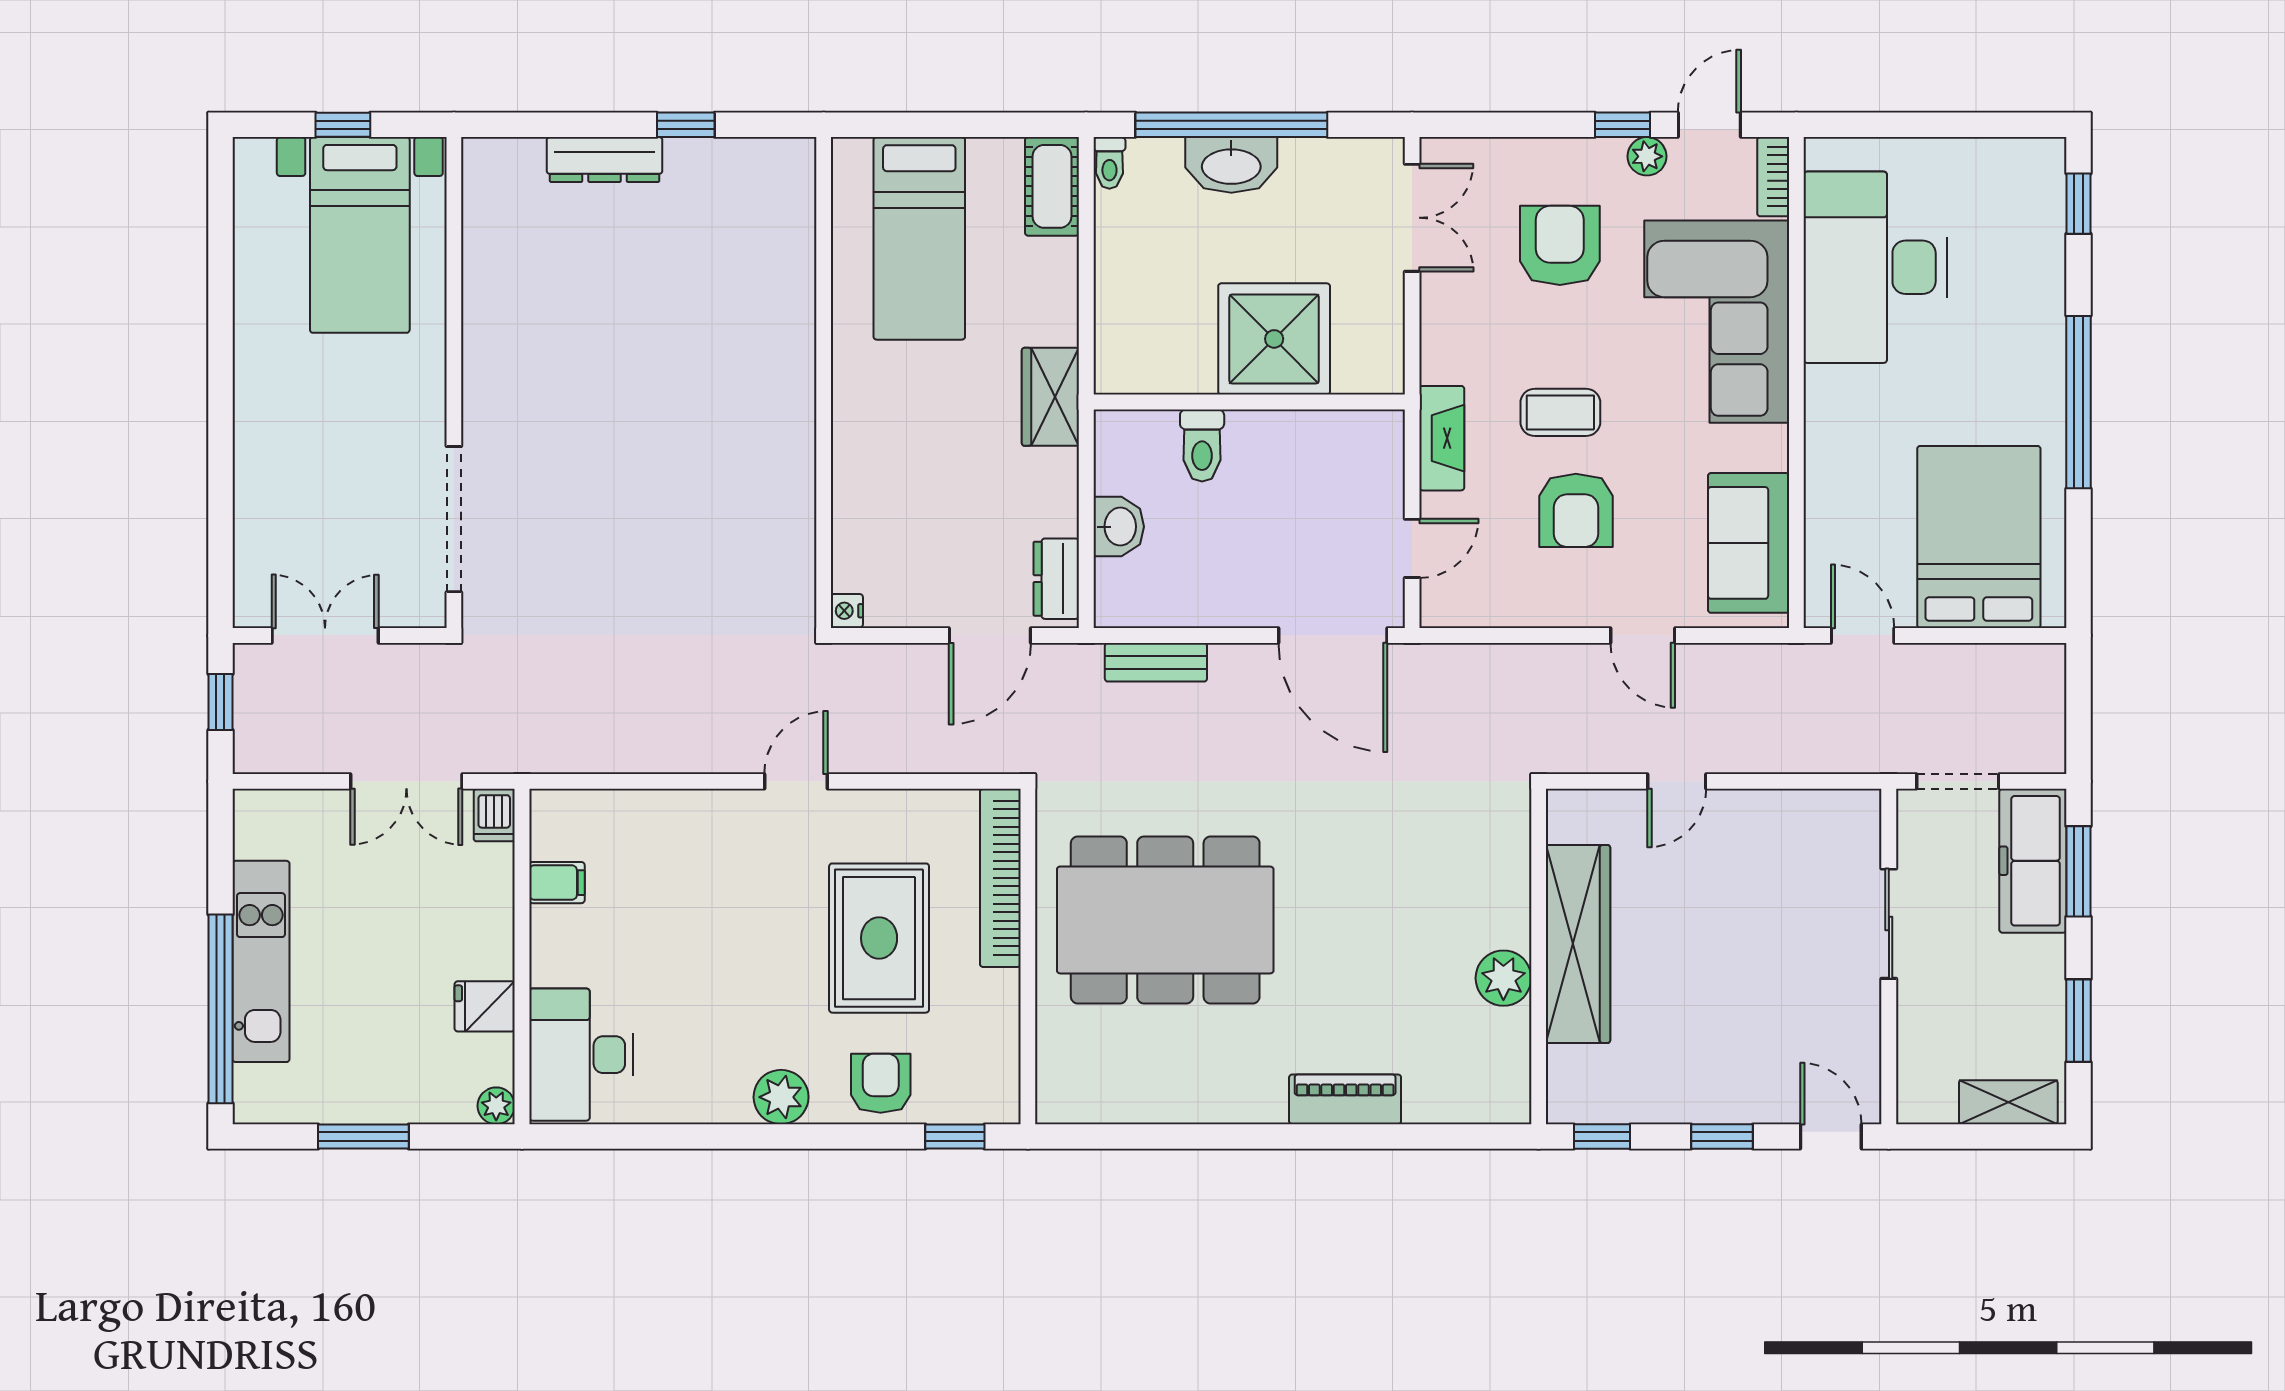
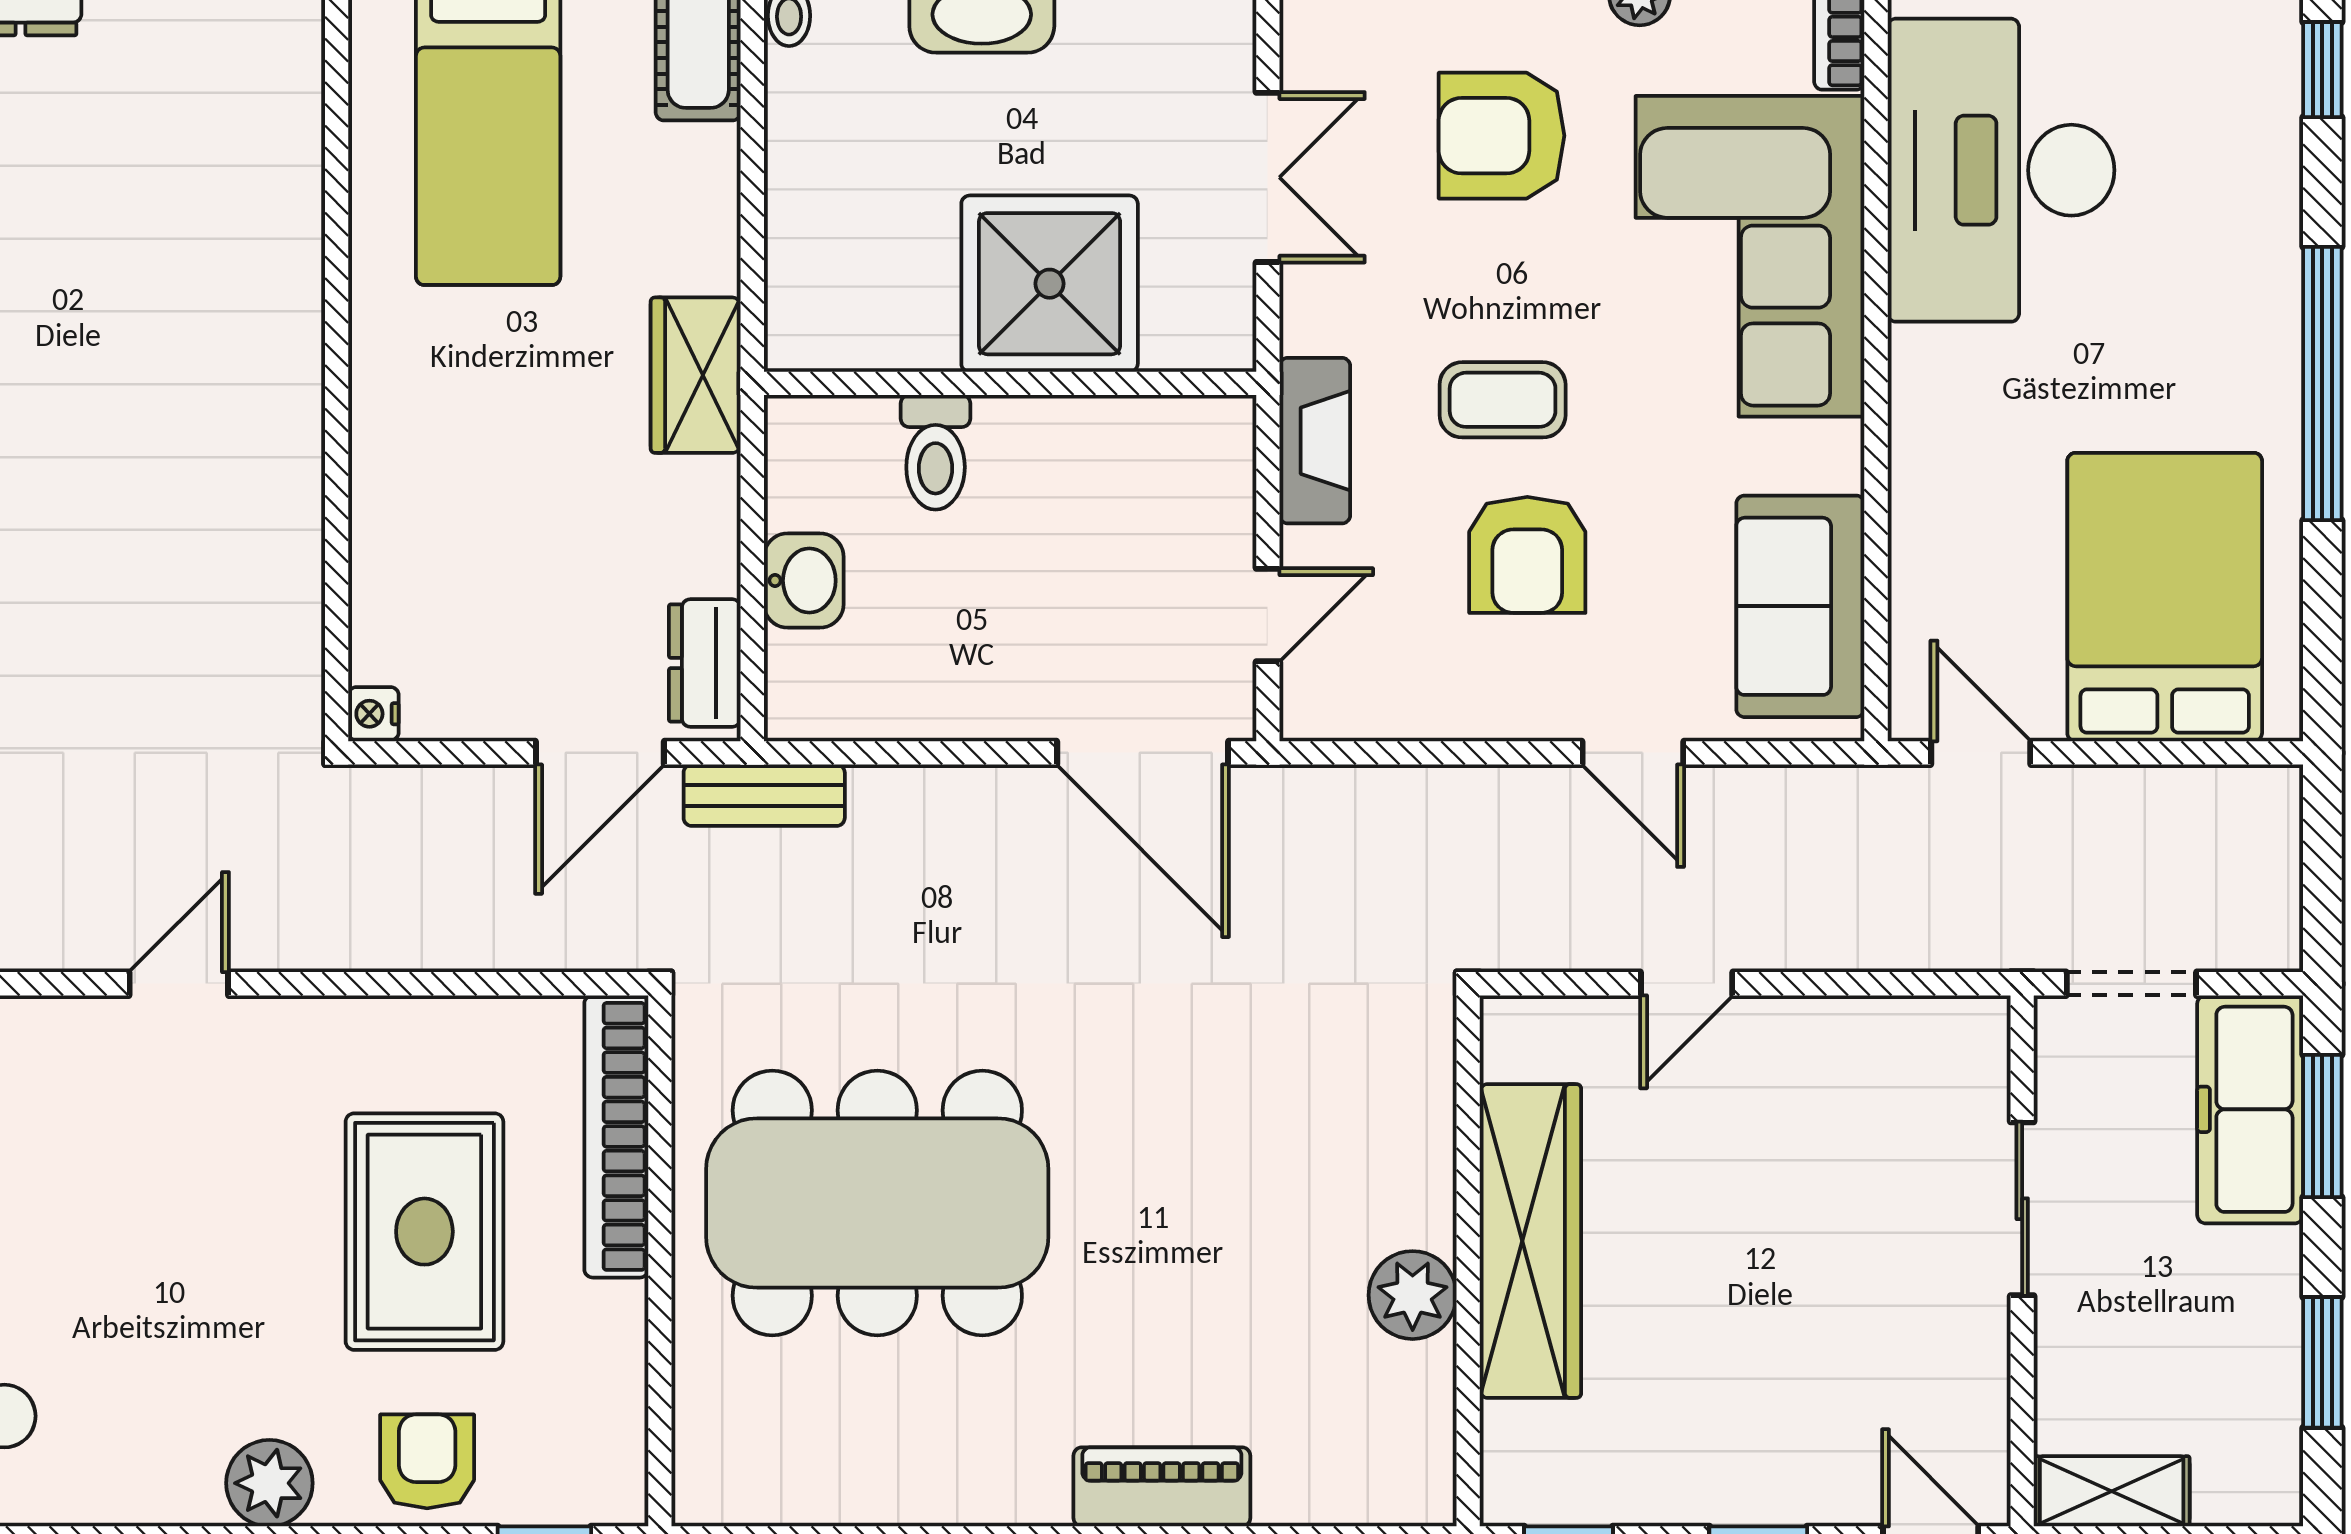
double door: (1412, 218) -> (1268, 177), moved
armchair: (1560, 245) -> (1502, 136), turned -90
bench: (1156, 662) -> (764, 795), moved
door: (796, 781) -> (179, 984), moved
shelving: (2008, 1102) -> (2112, 1491), moved

